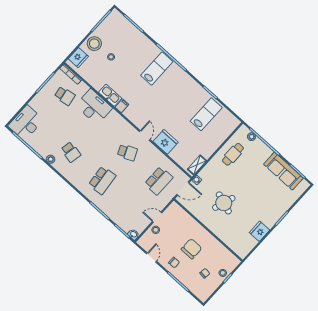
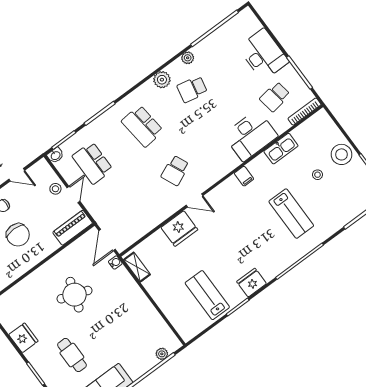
fridge: (78, 58) -> (252, 283), moved, turned 90
lab bench: (157, 69) -> (291, 214), moved
kitchen sink: (110, 95) -> (281, 149), moved
lab bench: (206, 114) -> (207, 295), turned 180
desk: (26, 123) -> (263, 55), moved
cafe table: (233, 154) -> (72, 355), moved
plant: (69, 173) -> (162, 80), added
school desk: (159, 181) -> (93, 163), moved
piano: (179, 213) -> (73, 228), added

